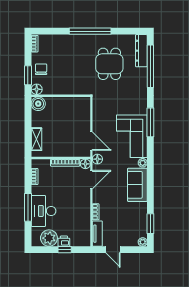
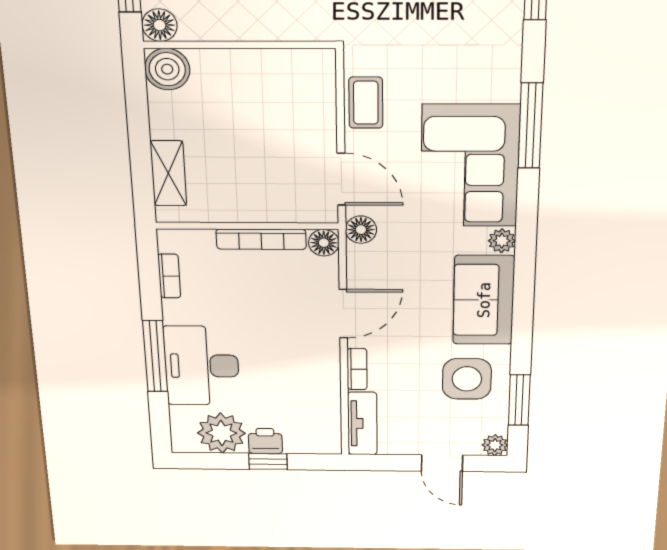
coffee table: (99, 115) -> (366, 103), added
door: (91, 180) -> (343, 314), moved
side table: (133, 215) -> (467, 379), added
door: (113, 250) -> (442, 463), moved

